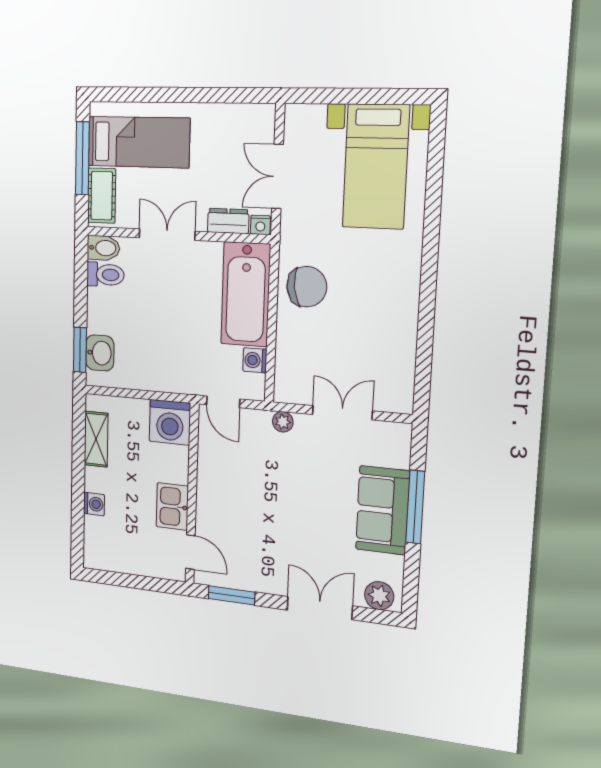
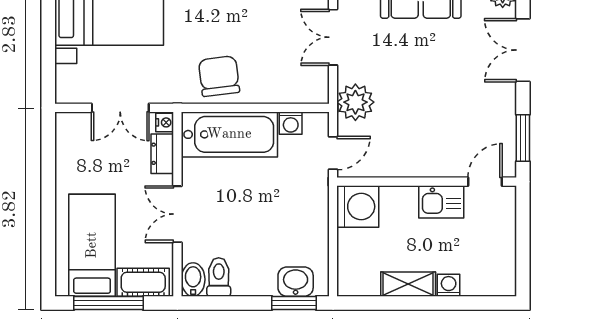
plant: (283, 422) -> (355, 102), width x1.87, depth x1.87
shelving: (96, 439) -> (408, 284), moved

